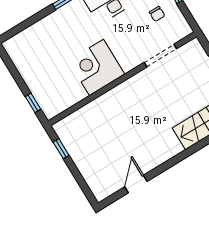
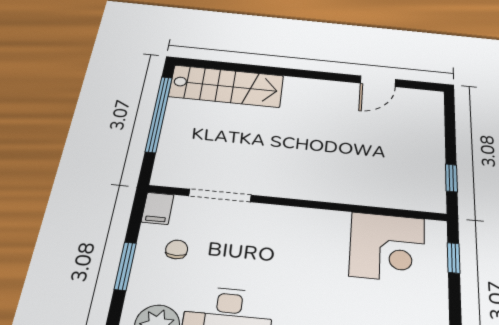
filing cabinet: (183, 27) -> (158, 208), added
corner desk: (96, 68) -> (387, 247), moved

